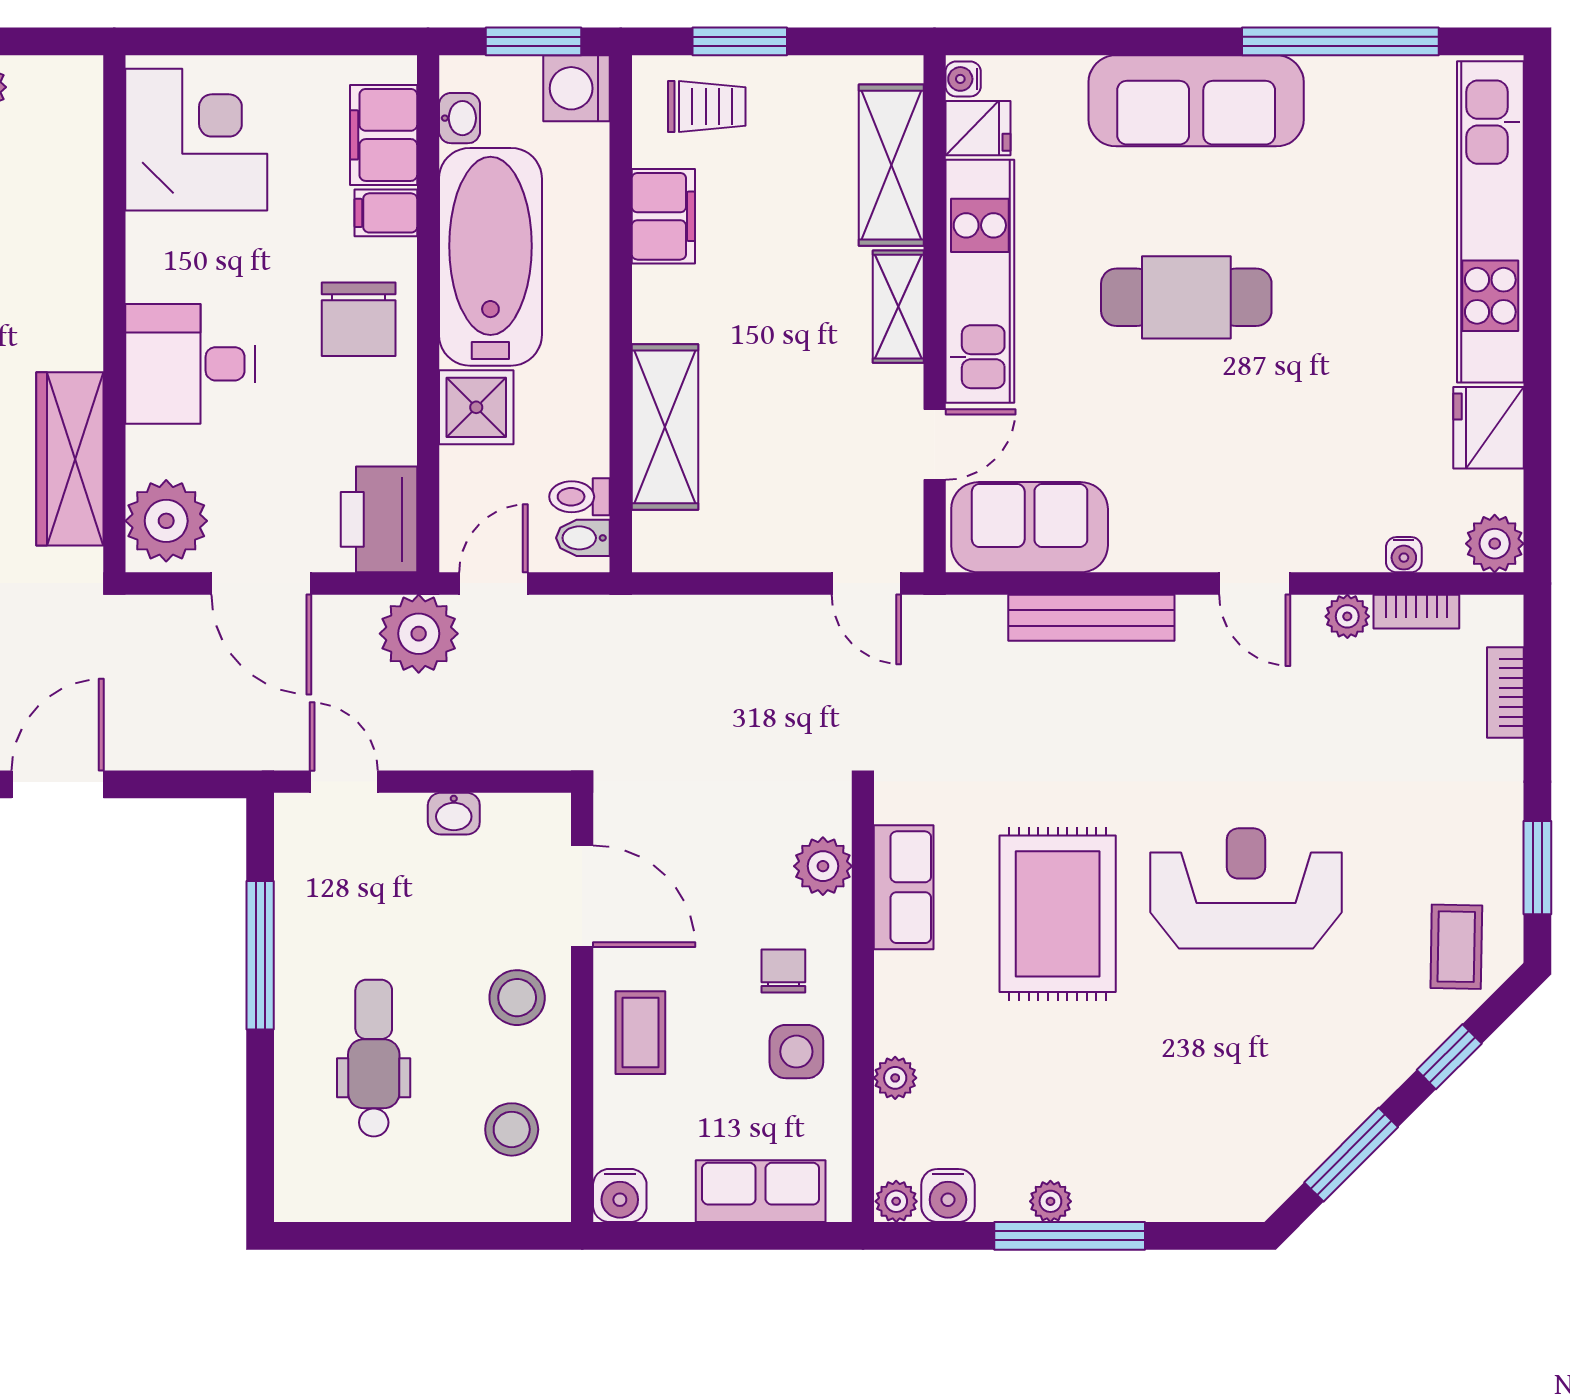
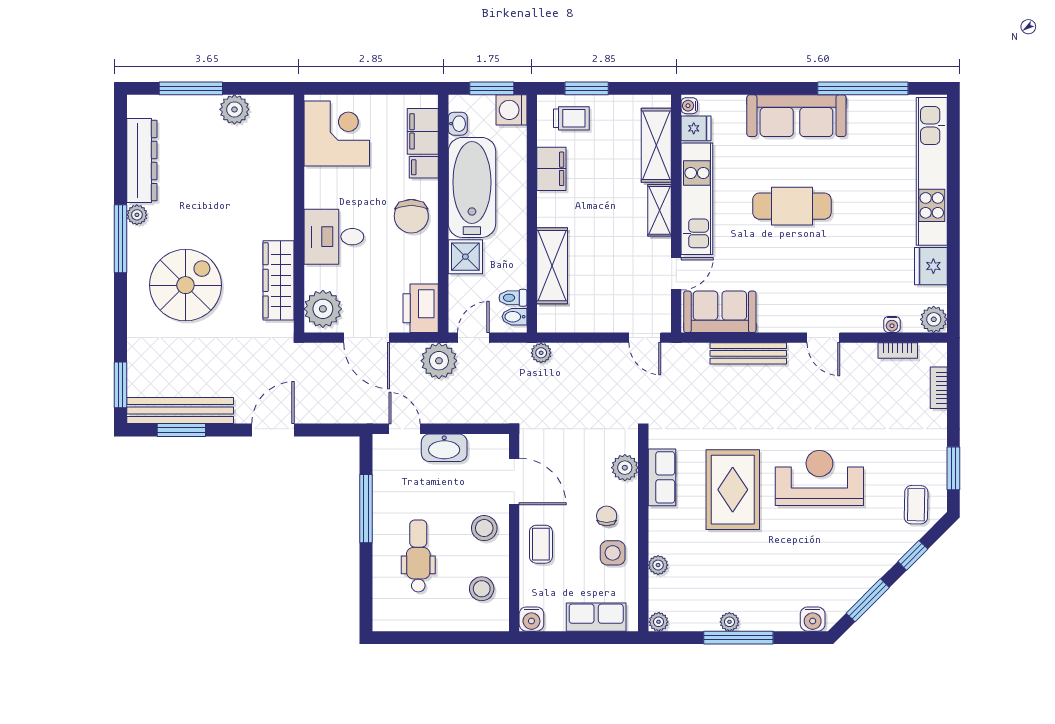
plant: (1347, 616) -> (541, 353), moved
washbasin: (454, 814) -> (444, 448), width x1.91, depth x1.45
water cooler: (948, 1195) -> (813, 619), moved

